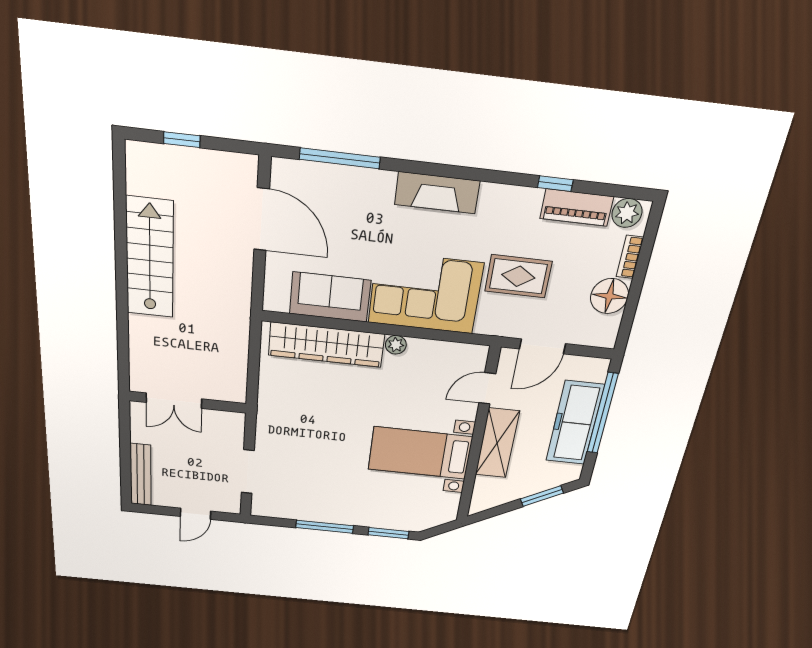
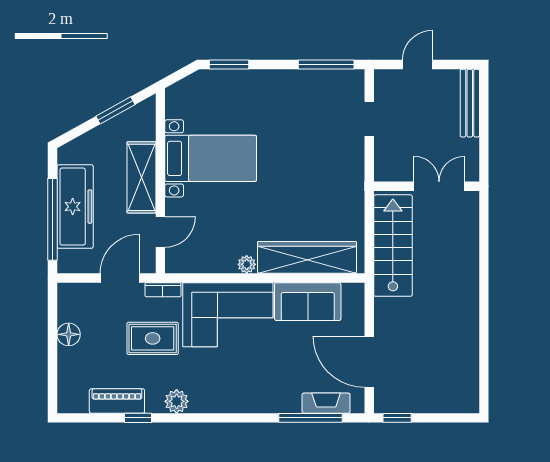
window: (182, 140) -> (397, 418), moved
fireplace: (437, 193) -> (326, 403), moved, width x0.73, depth x0.76
plant: (627, 213) -> (177, 401), moved
bookcase: (630, 257) -> (163, 290), moved, turned 90
stairs: (150, 258) -> (393, 246), moved, turned 180
floor lamp: (609, 296) -> (69, 334), width x0.73, depth x0.73
doorway: (248, 472) -> (369, 119), width x0.73
window: (542, 496) -> (115, 110), moved
window: (325, 527) -> (326, 65), moved

